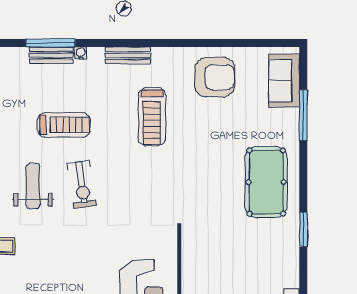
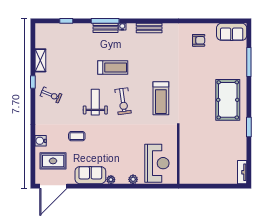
armchair: (215, 77) -> (199, 40), width x0.53, depth x0.53
sofa: (284, 81) -> (232, 32), moved, turned -90
treadmill: (152, 117) -> (161, 98), moved

